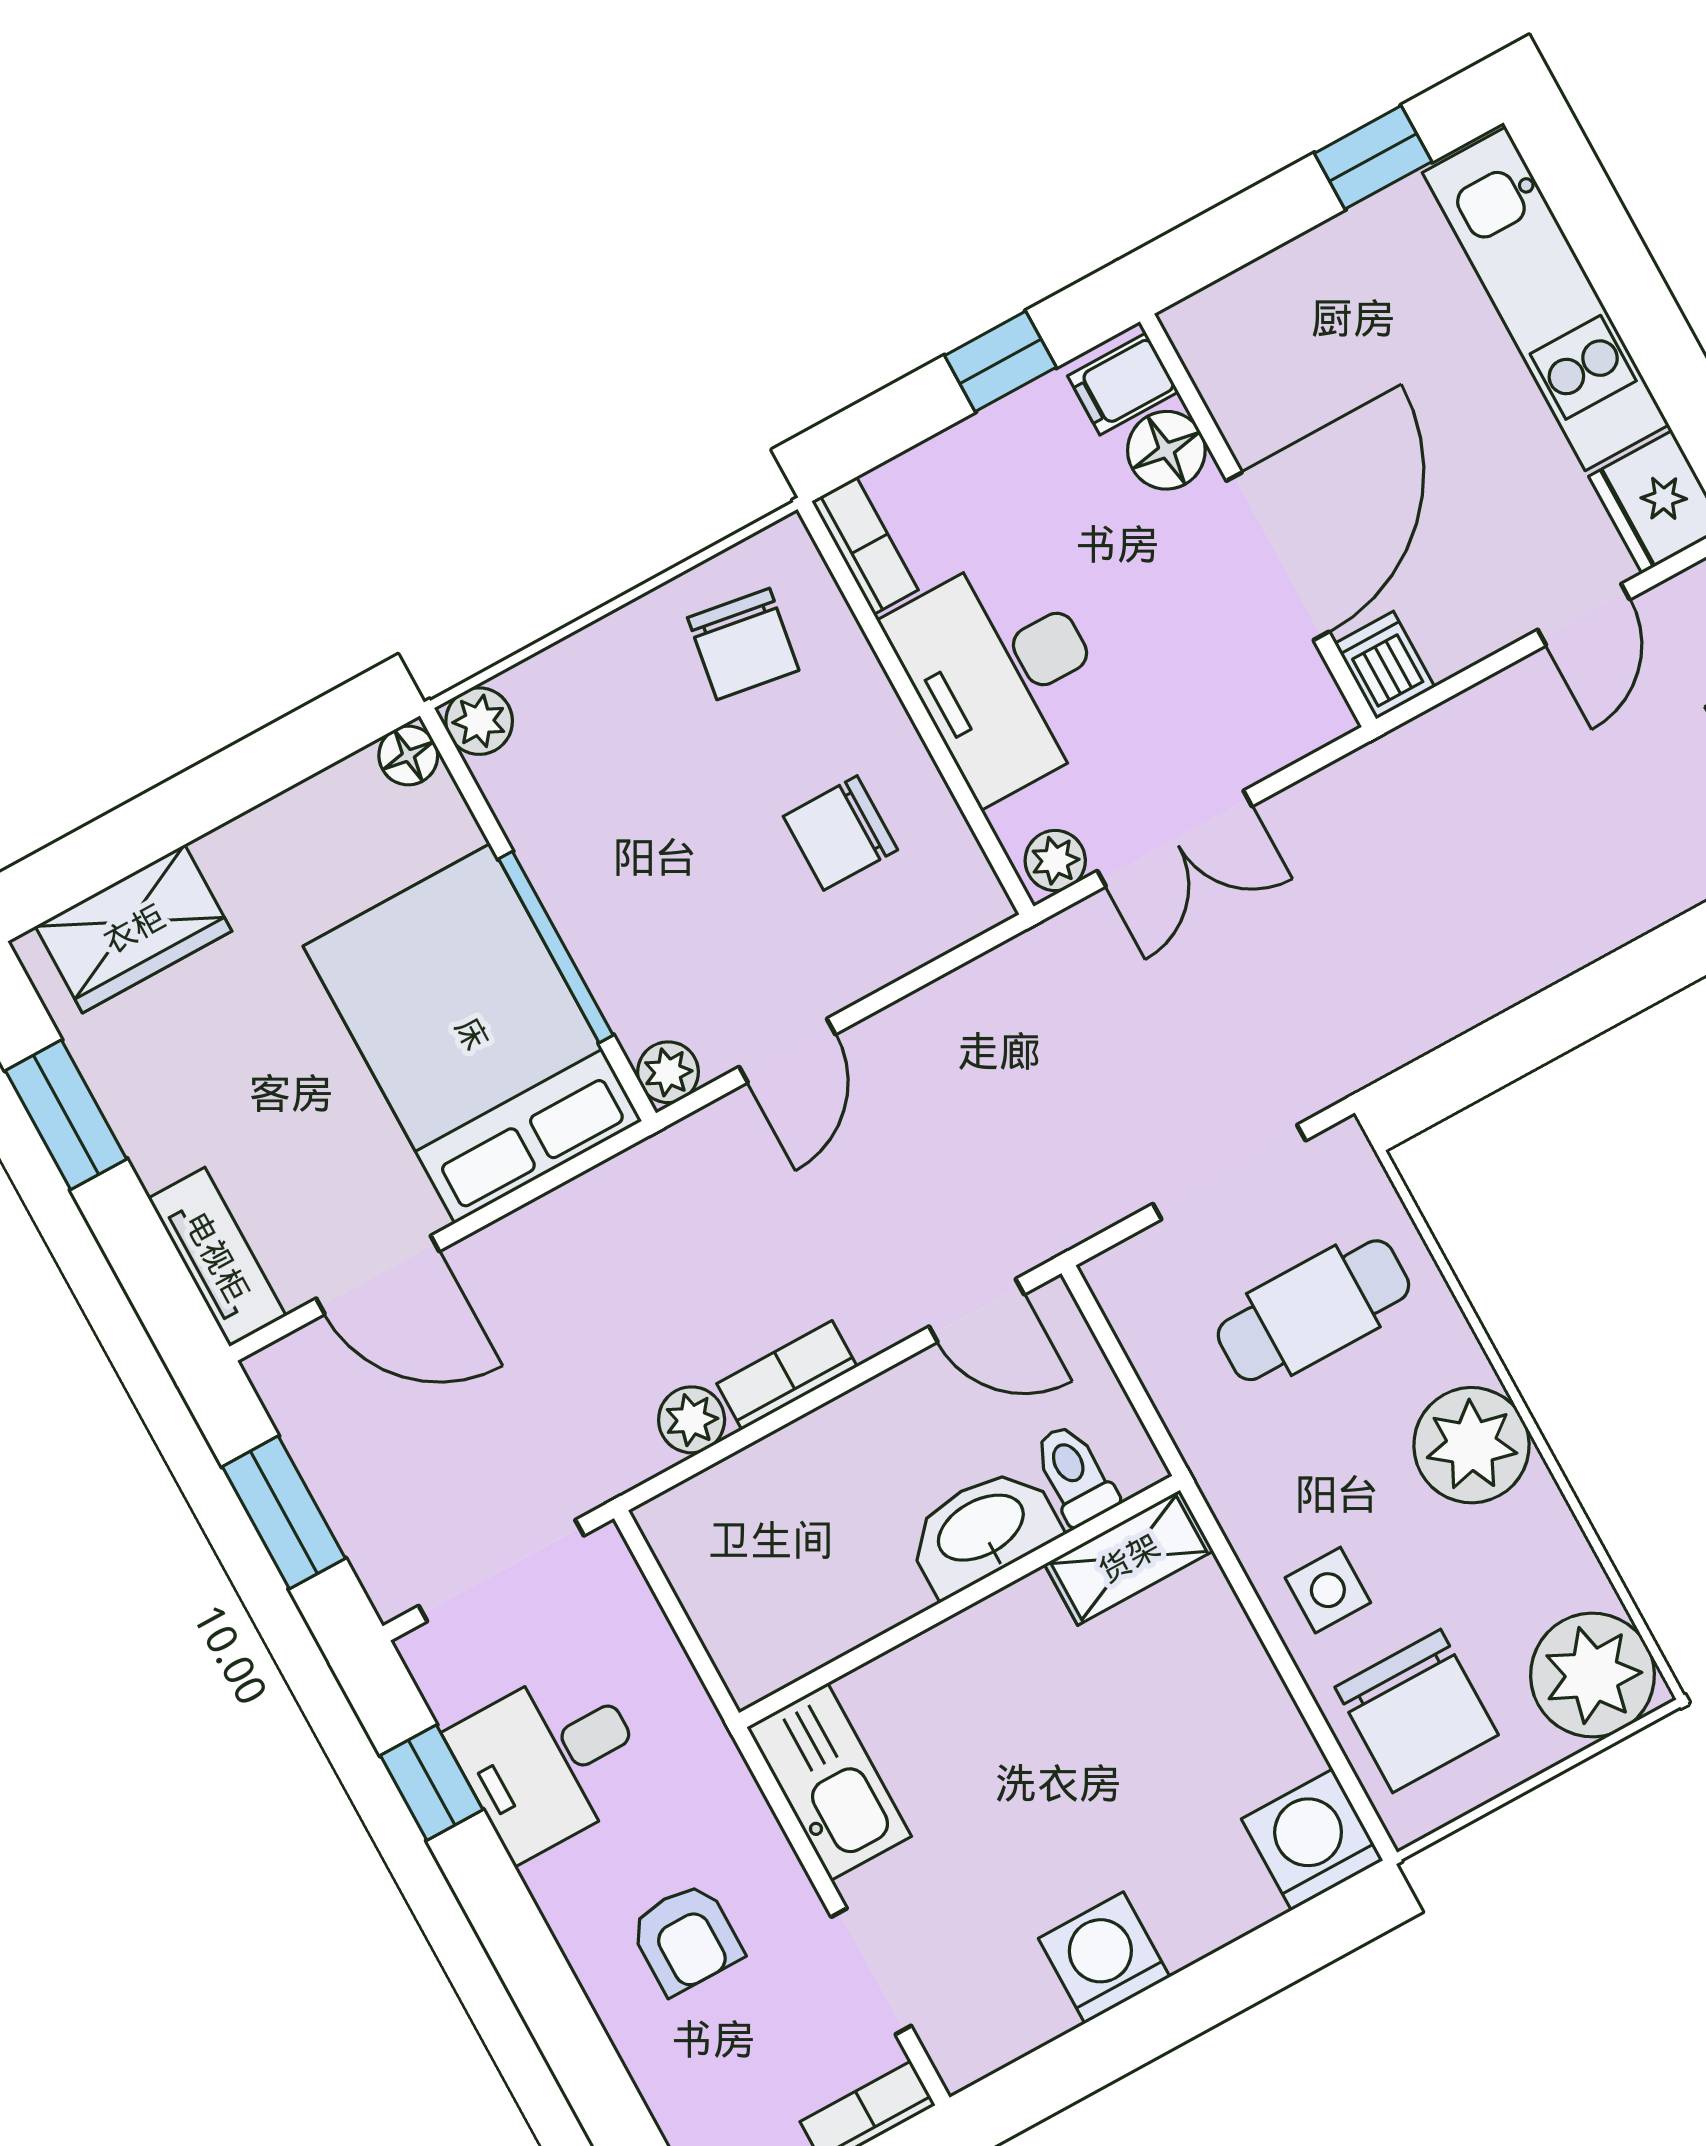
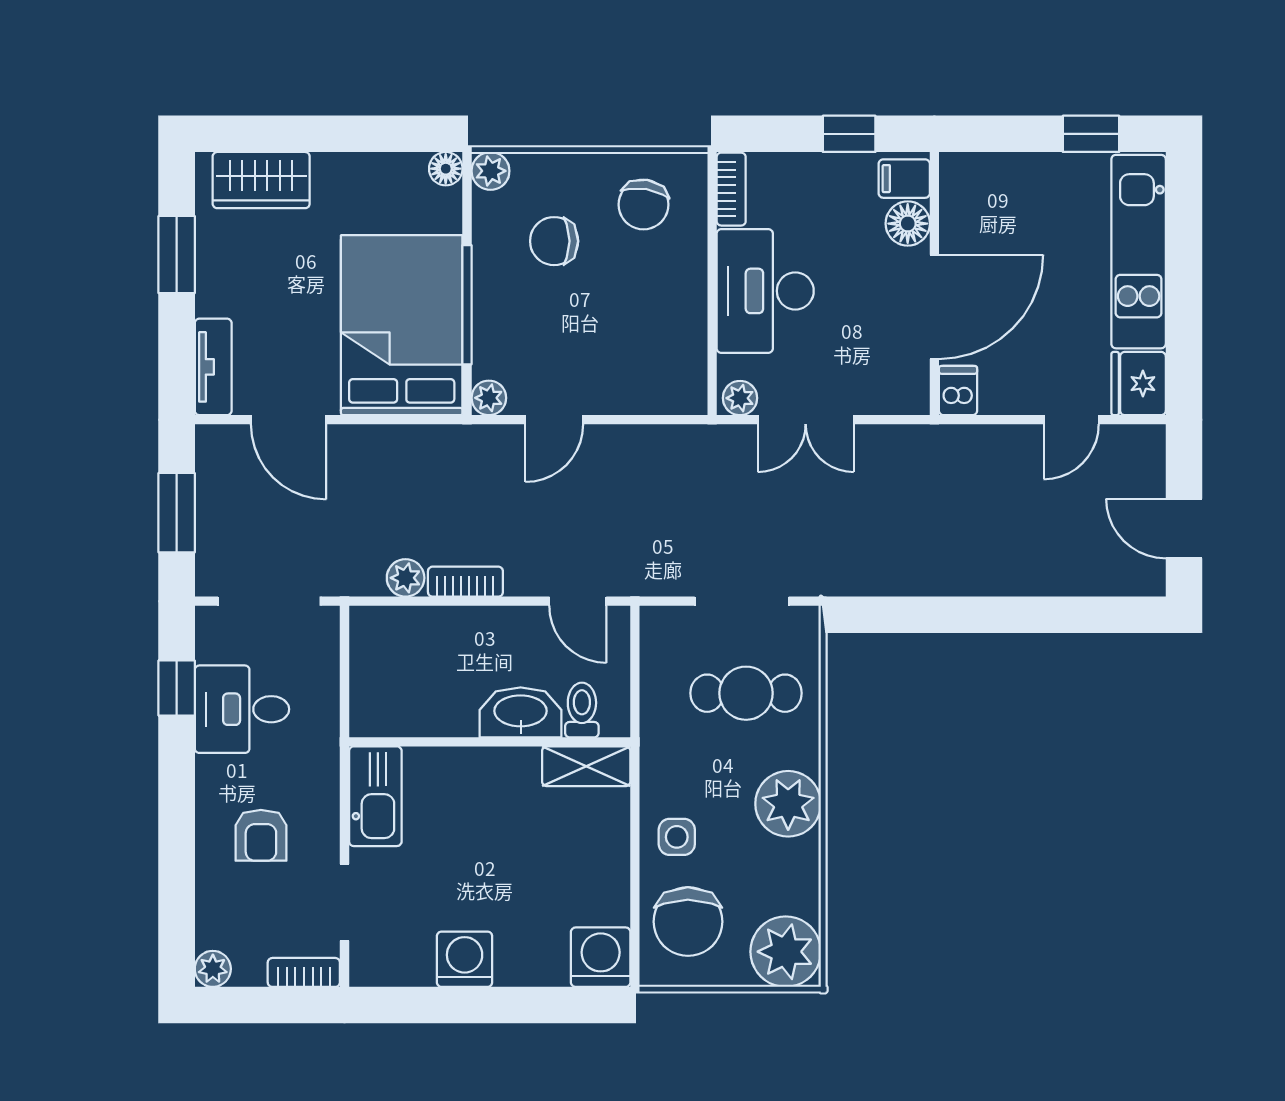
chair: (840, 833) -> (554, 241), moved

